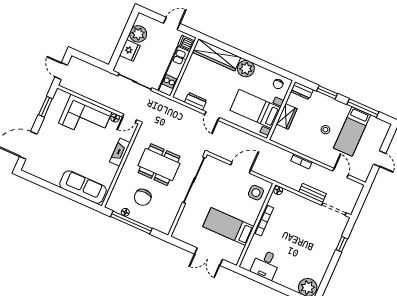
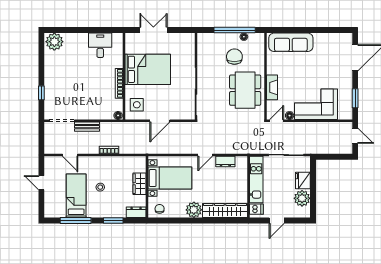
door: (212, 116) -> (205, 155), swing flipped
dining table: (159, 165) -> (245, 90), moved, turned 90
bed: (228, 227) -> (148, 69), width x1.50

